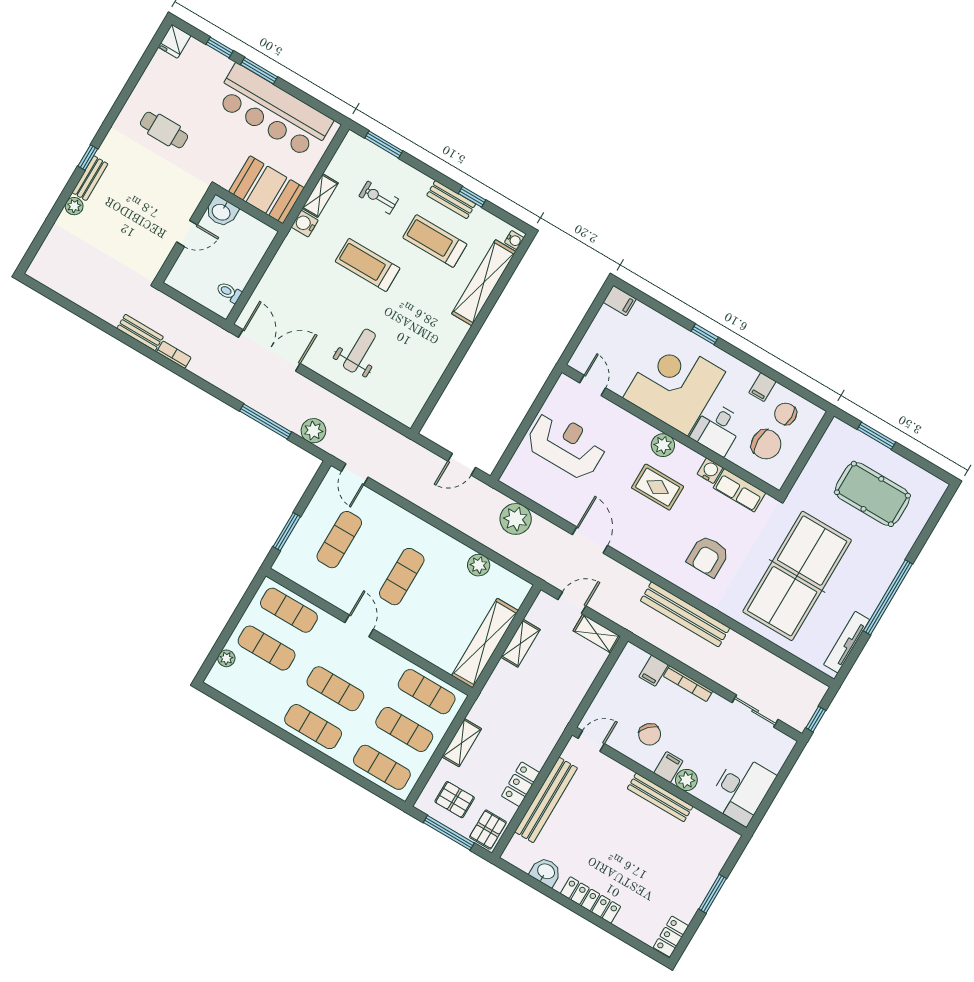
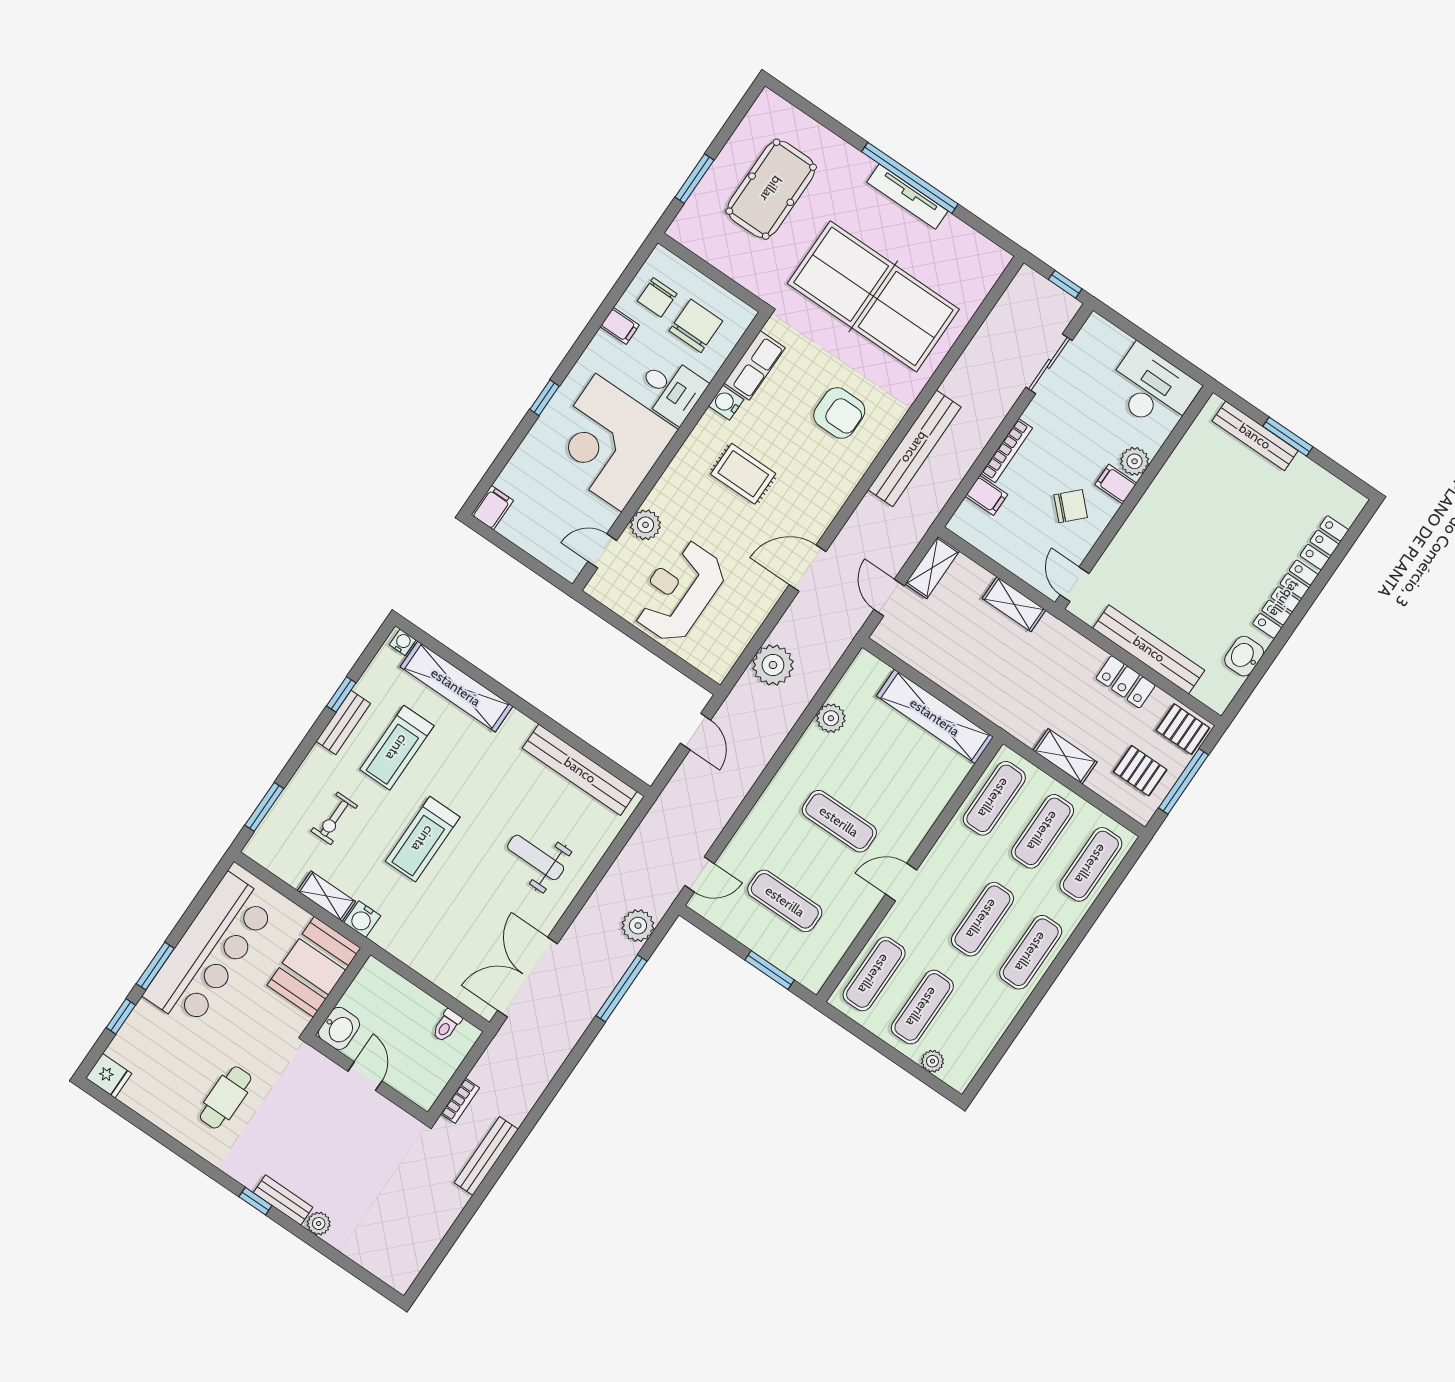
bench: (140, 333) -> (486, 1156), width x1.36
bookcase: (174, 355) -> (460, 1101), moved, turned 180
bench: (427, 379) -> (580, 770), added
plant: (663, 445) -> (646, 525), moved
rug: (658, 487) -> (743, 474), turned 90
tv unit: (847, 642) -> (907, 197), moved
shelving: (520, 643) -> (1014, 604), moved
bench: (660, 797) -> (1255, 436), moved, turned 90
pallet: (455, 800) -> (1140, 771), turned 90
locker: (671, 937) -> (1324, 543), moved, turned 90

